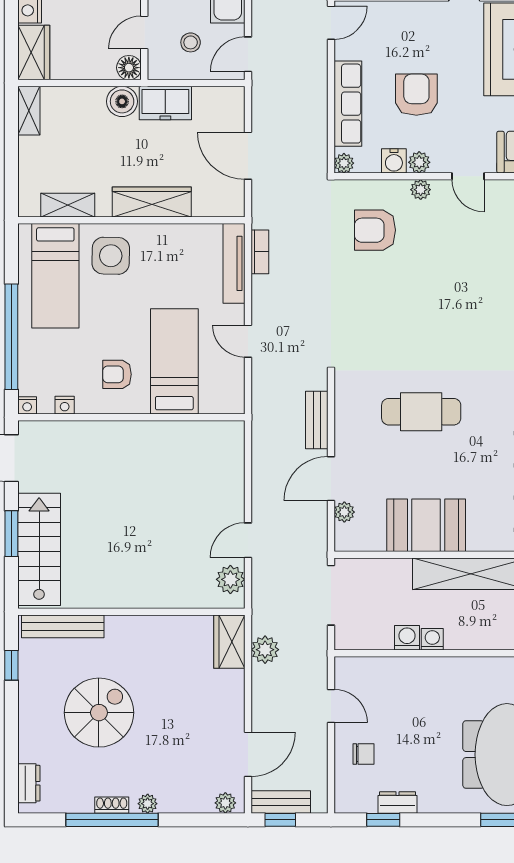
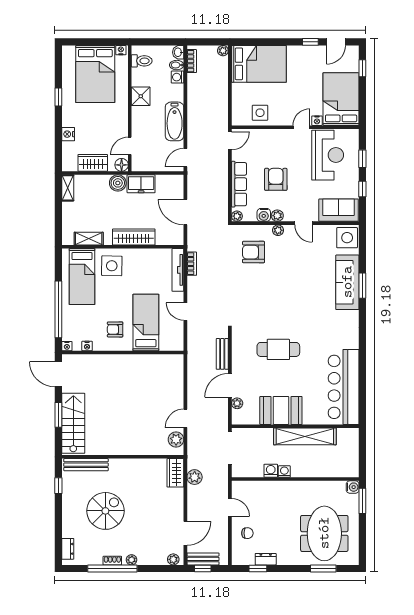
stool: (191, 42) -> (155, 151), removed
wardrobe: (34, 53) -> (93, 163), moved, turned -90

